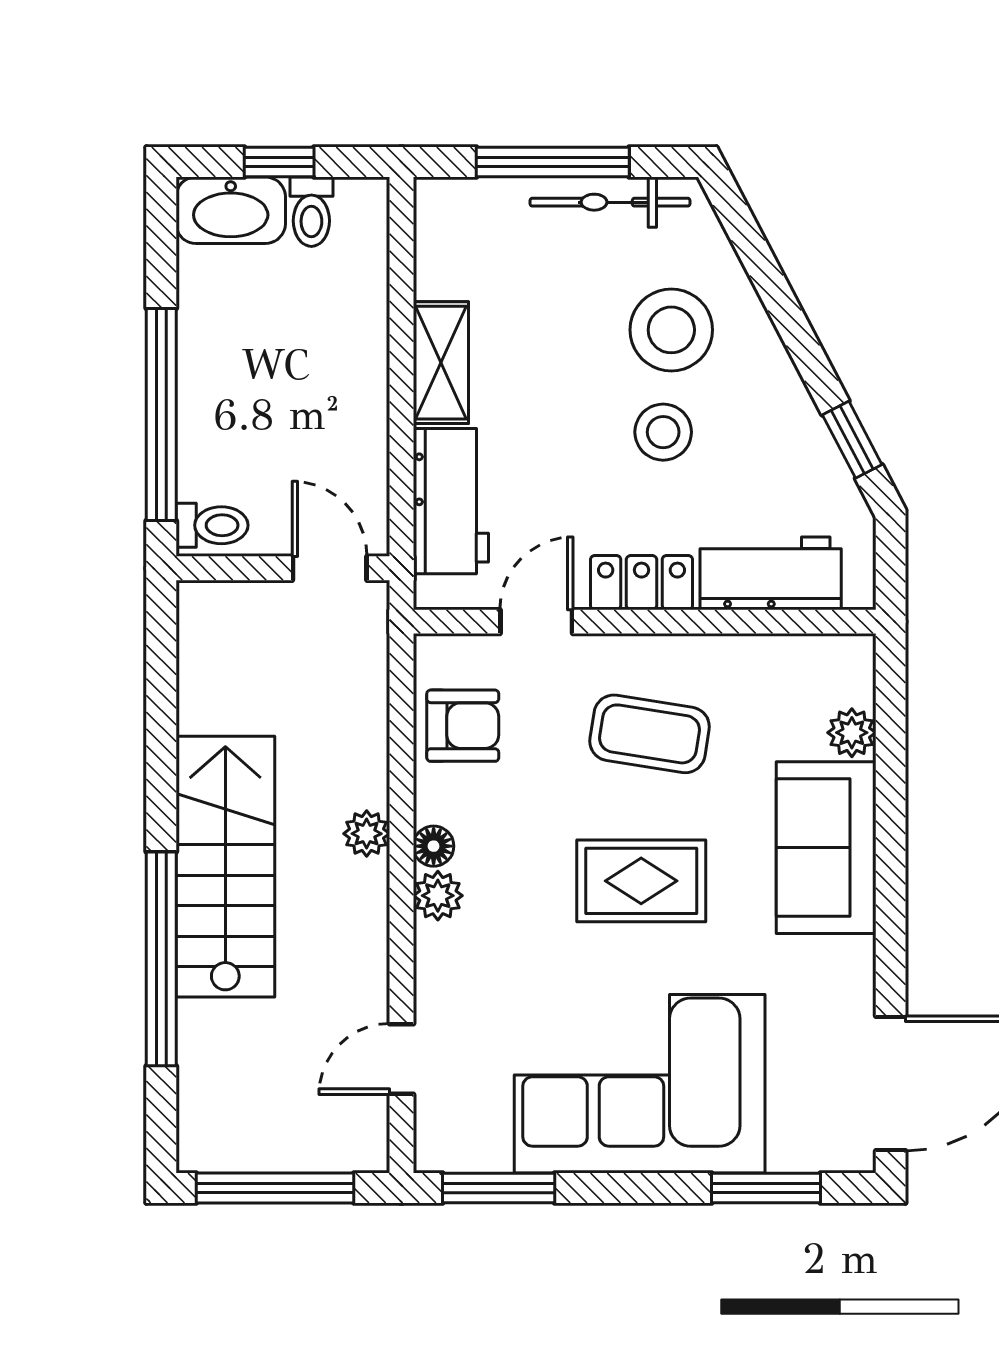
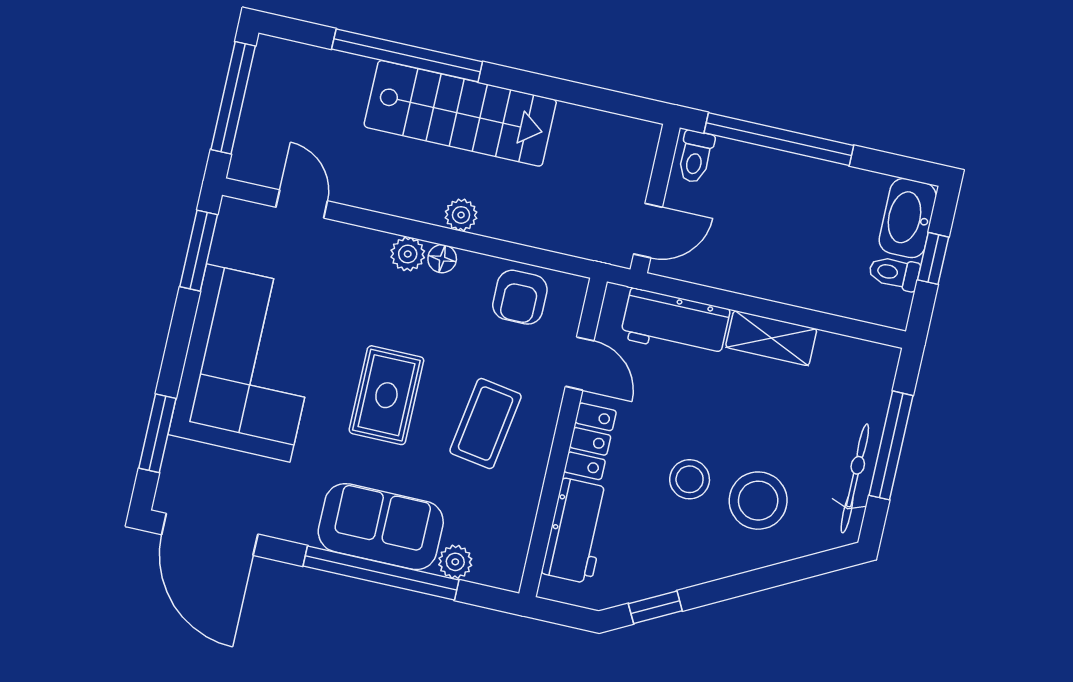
window: (891, 833) -> (381, 573), added

